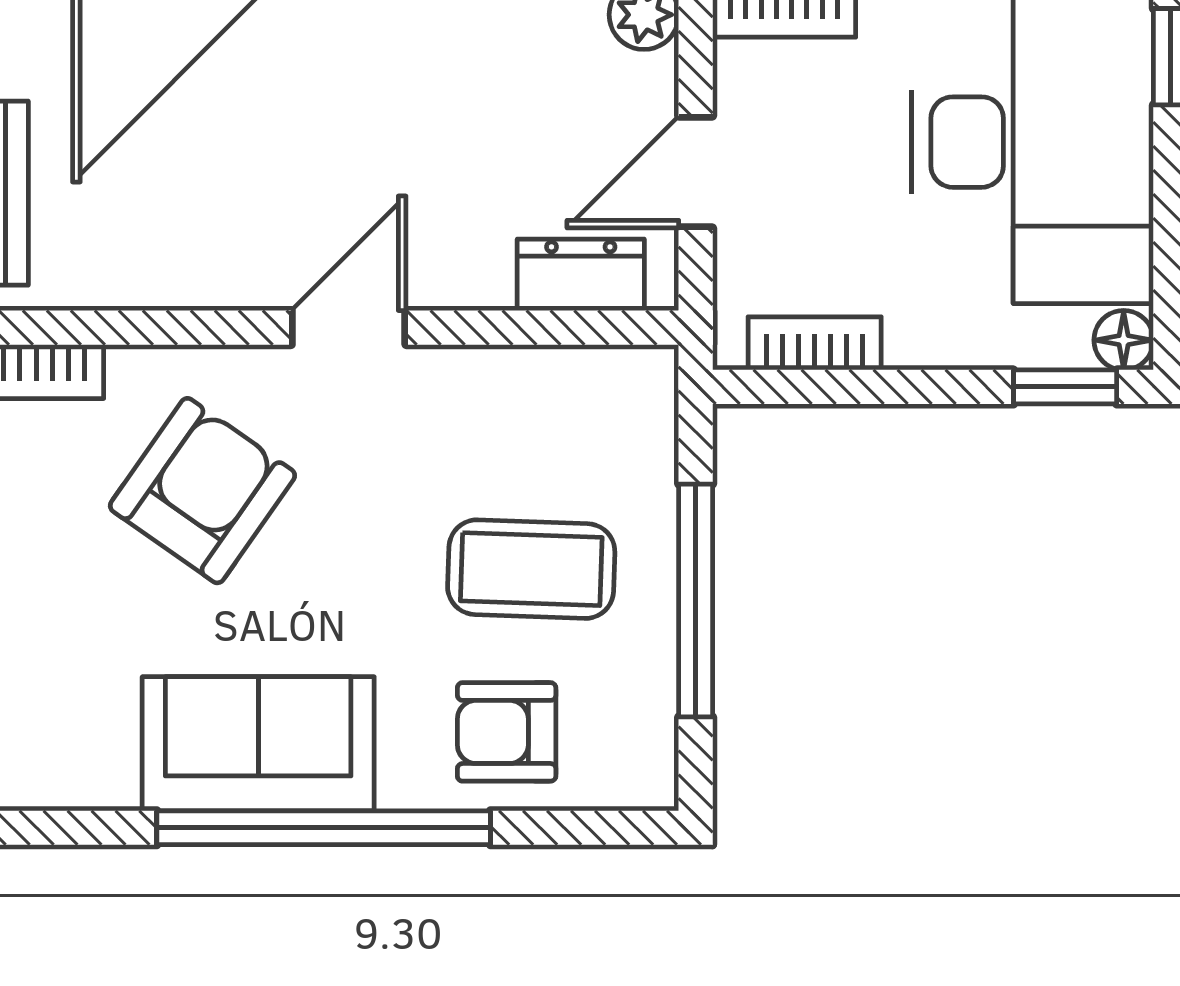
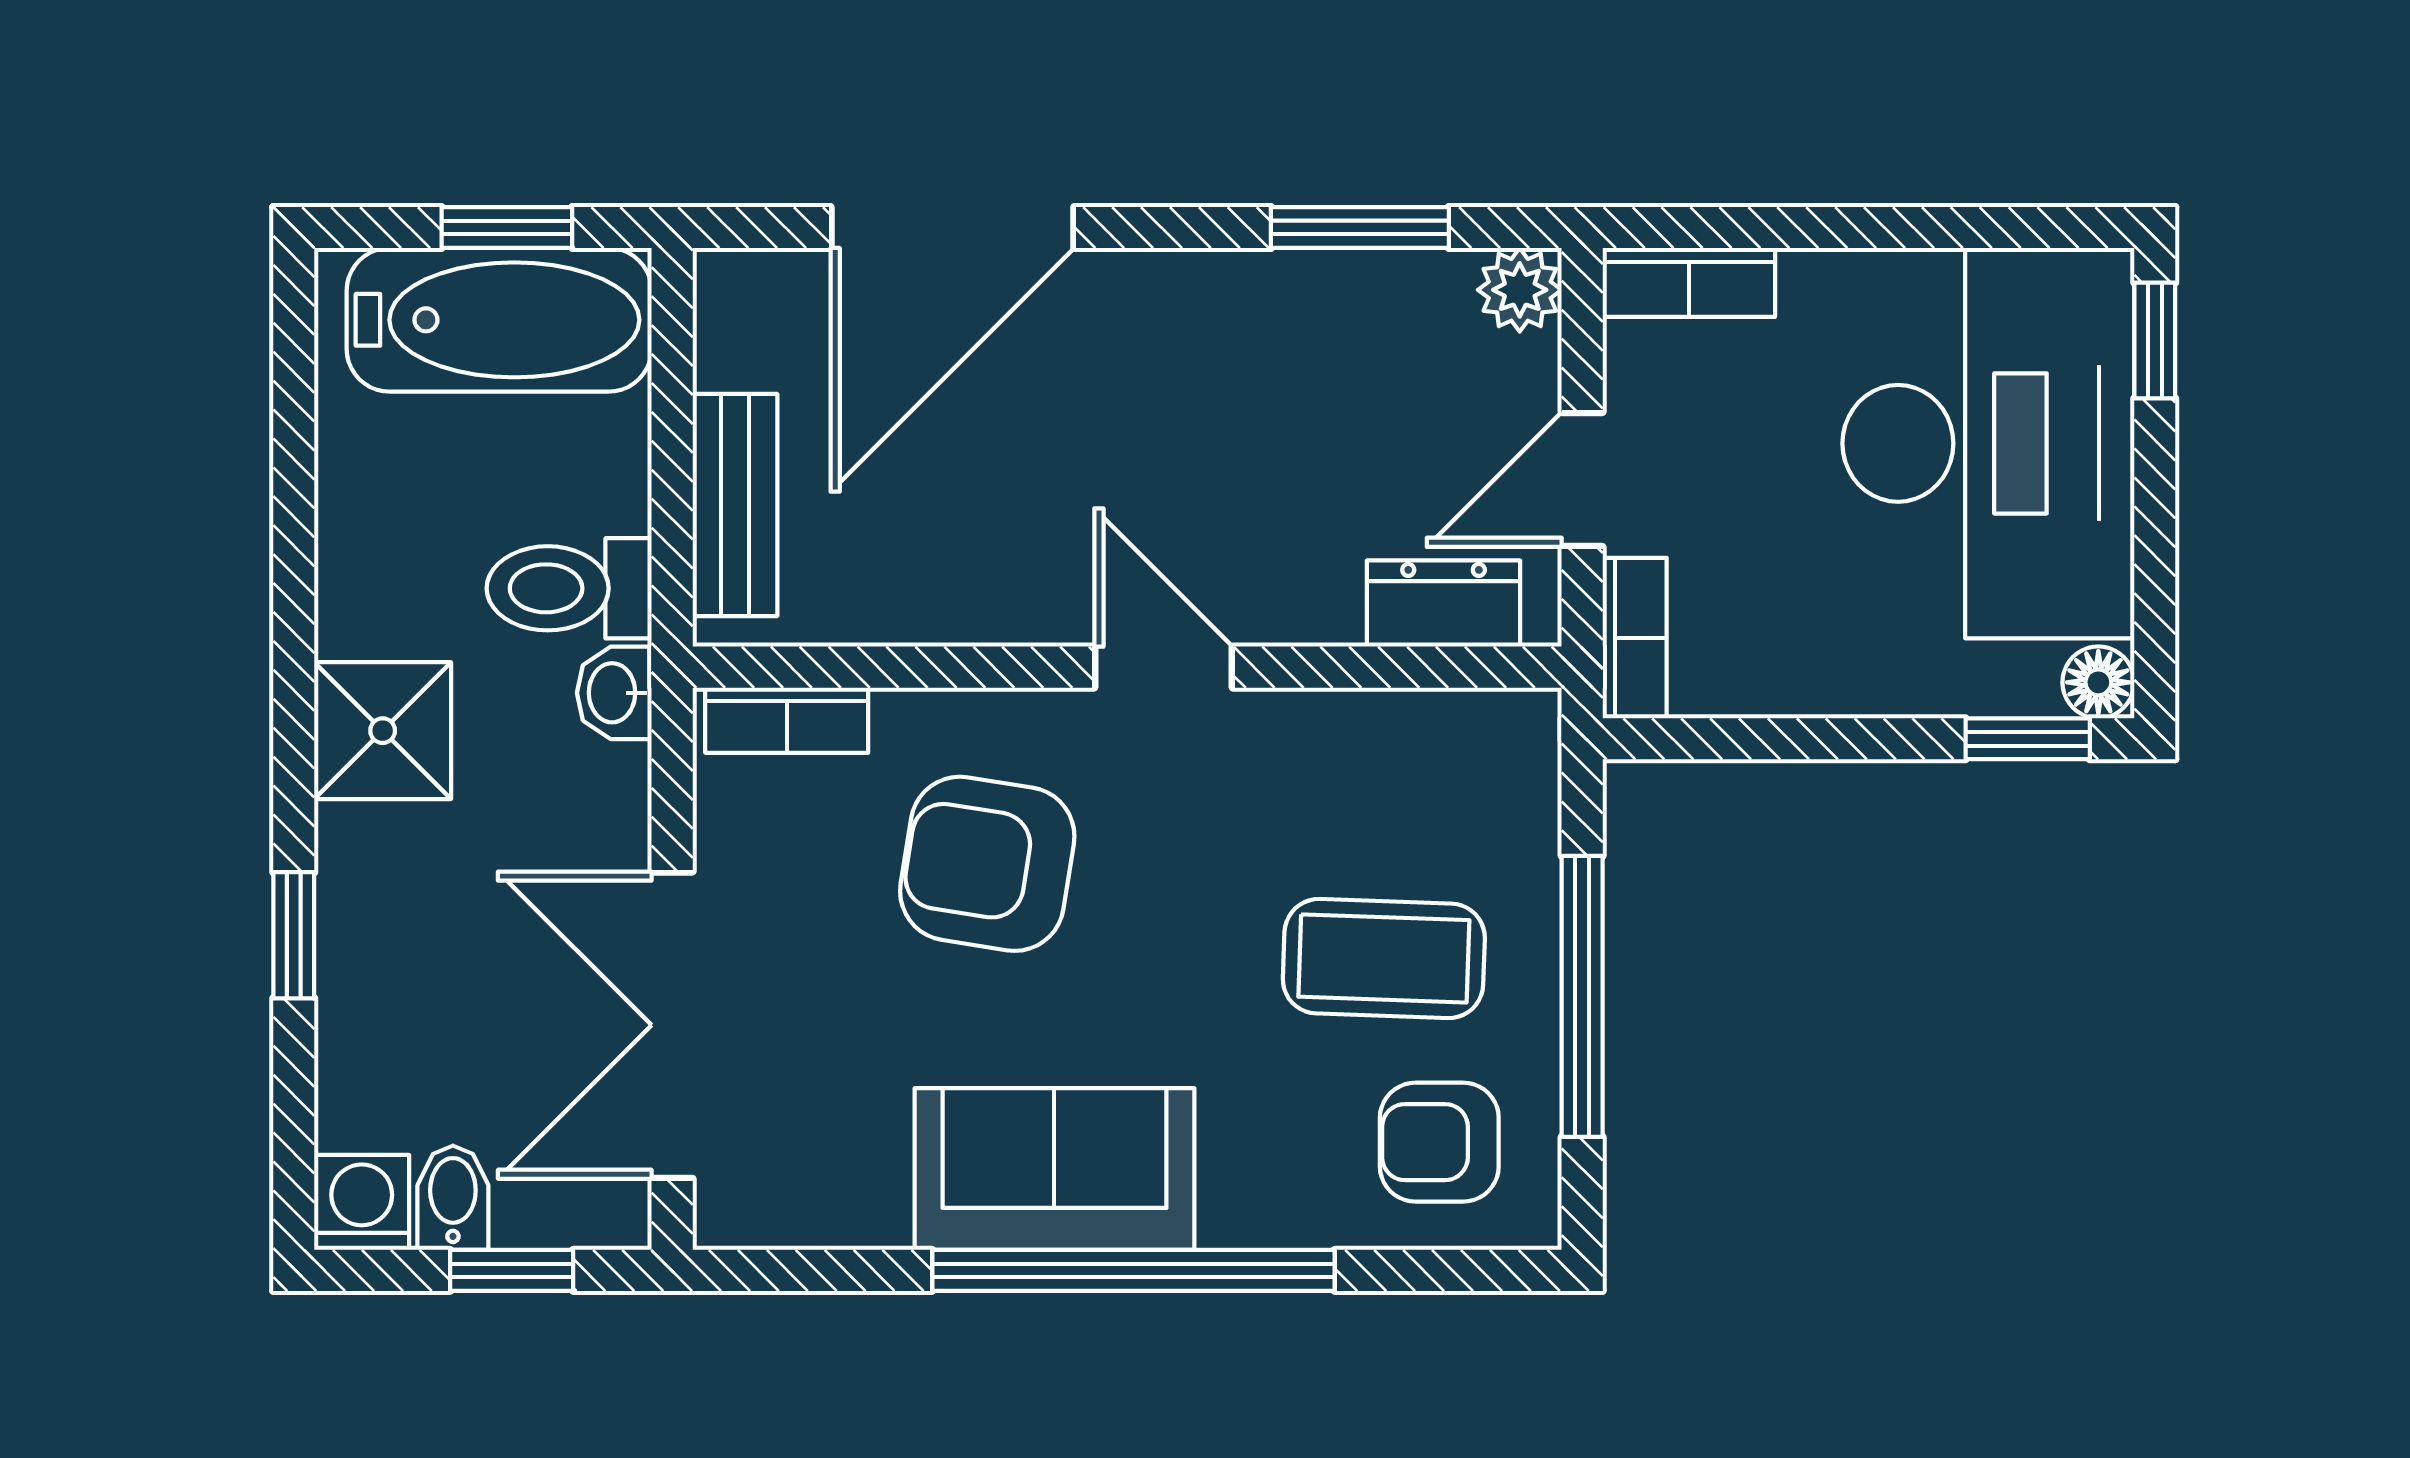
door: (349, 328) -> (1164, 667), hinge flipped
bookcase: (815, 343) -> (1635, 638), moved, turned 90
armchair: (202, 491) -> (987, 864), turned -116
armchair: (507, 732) -> (1439, 1142), moved

